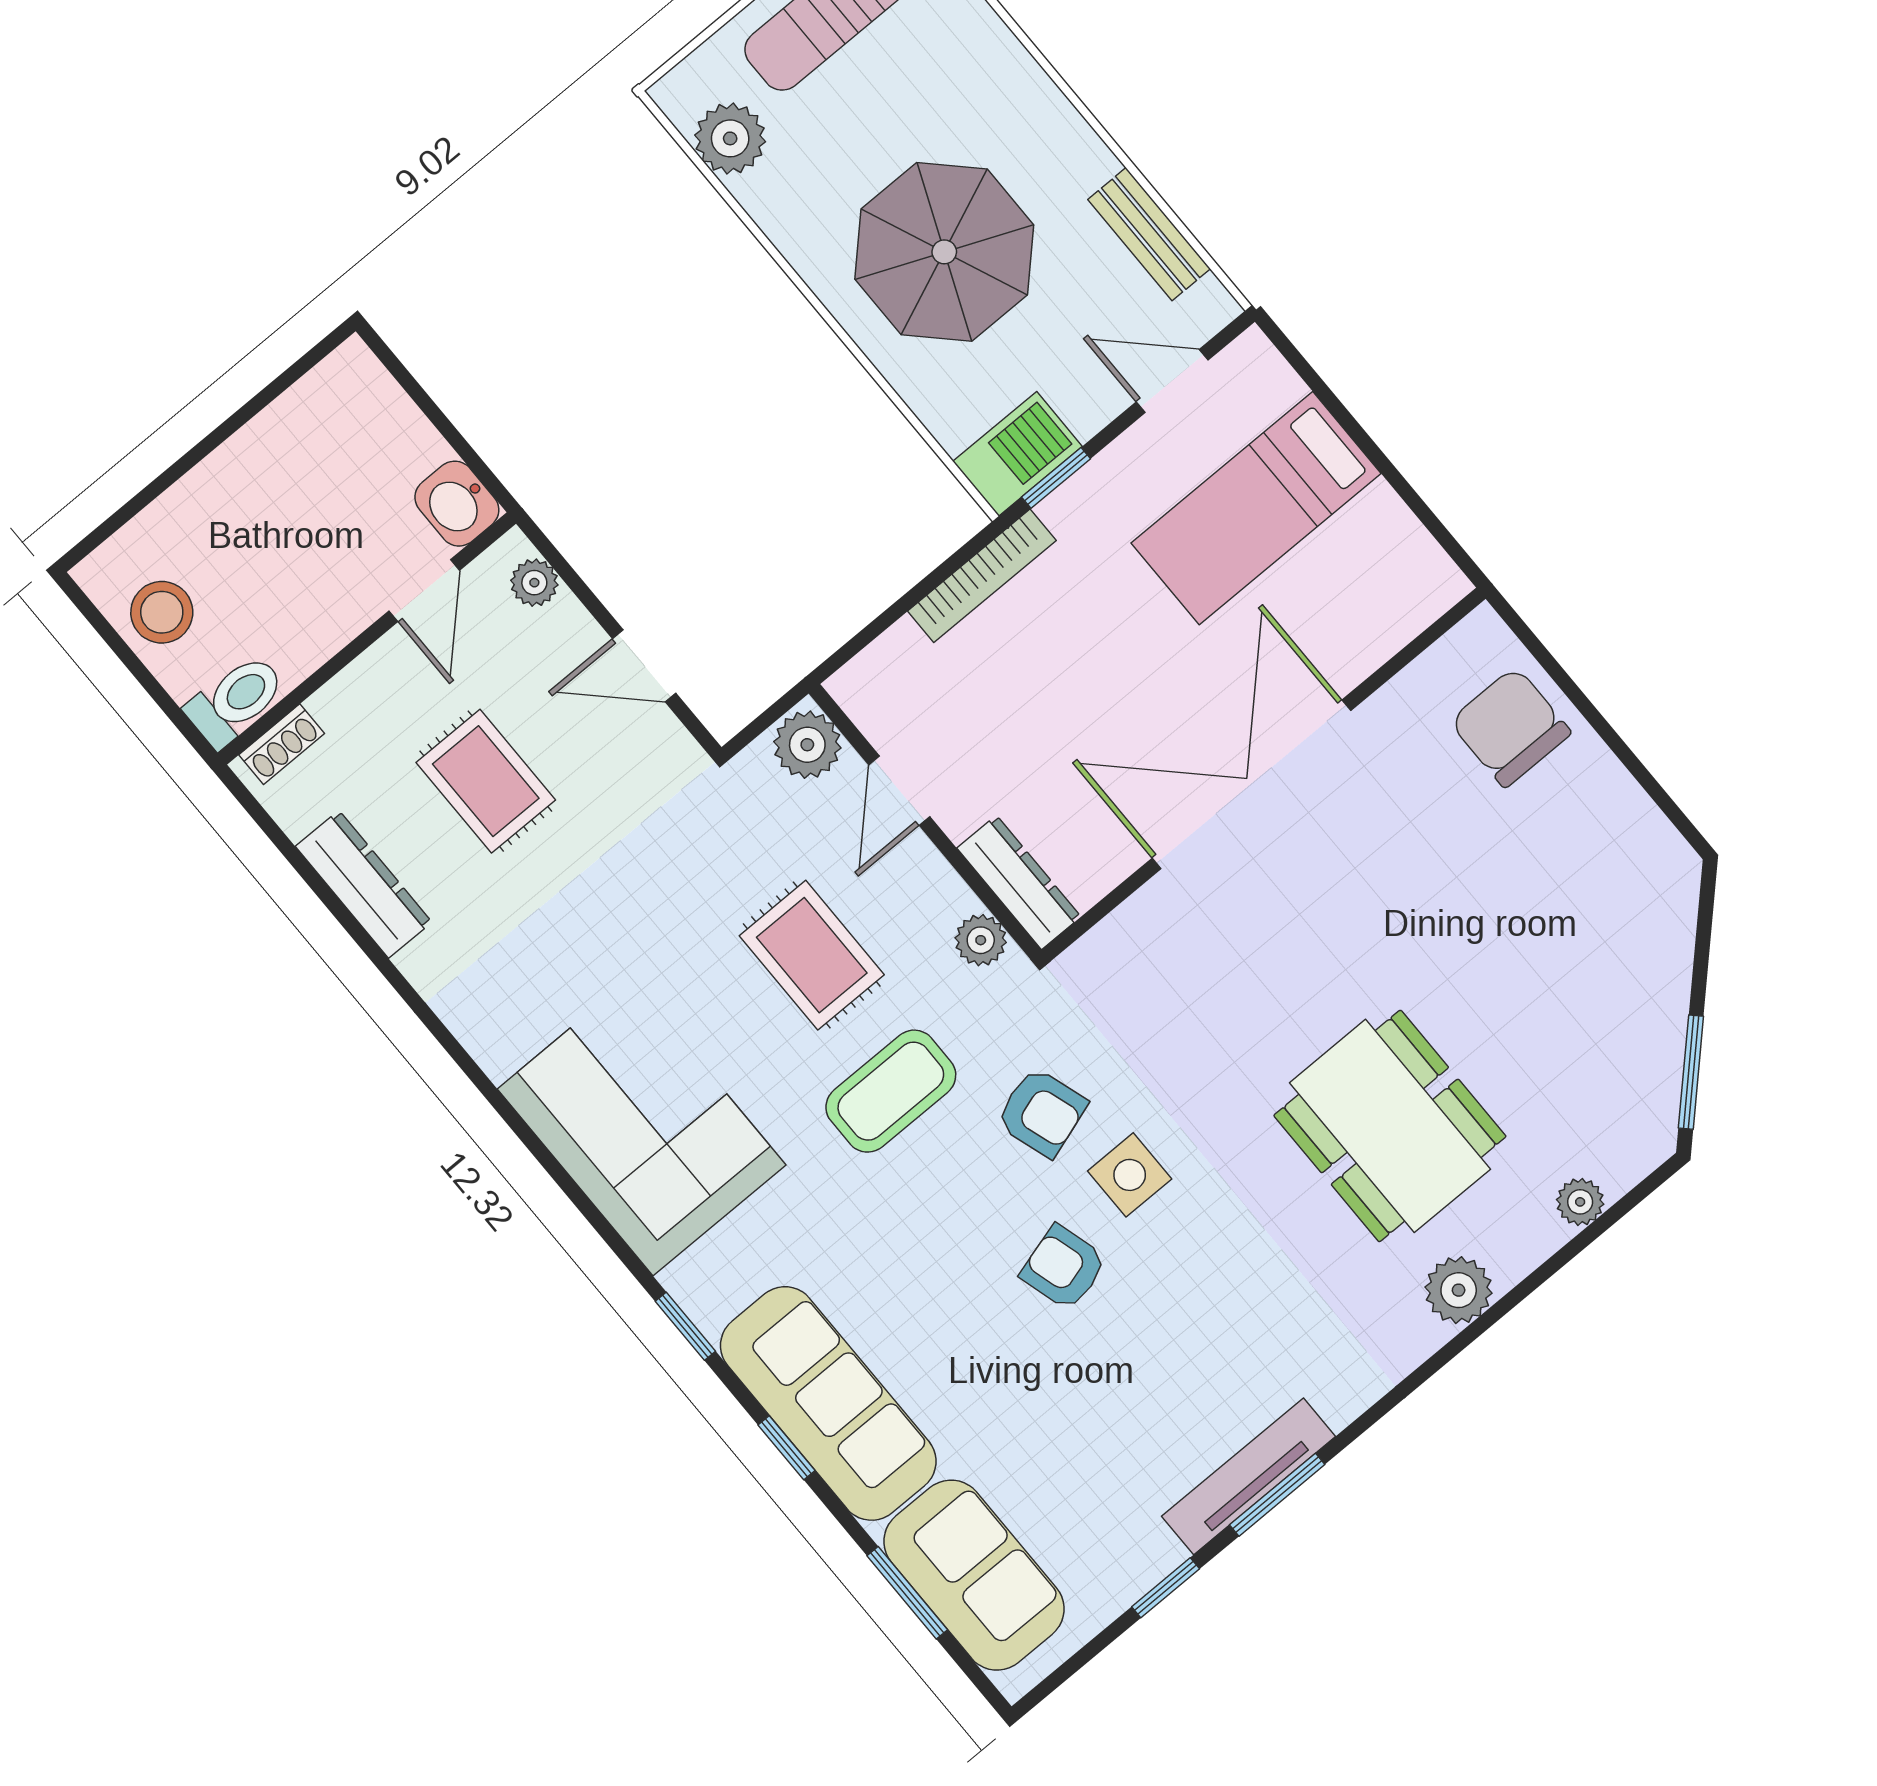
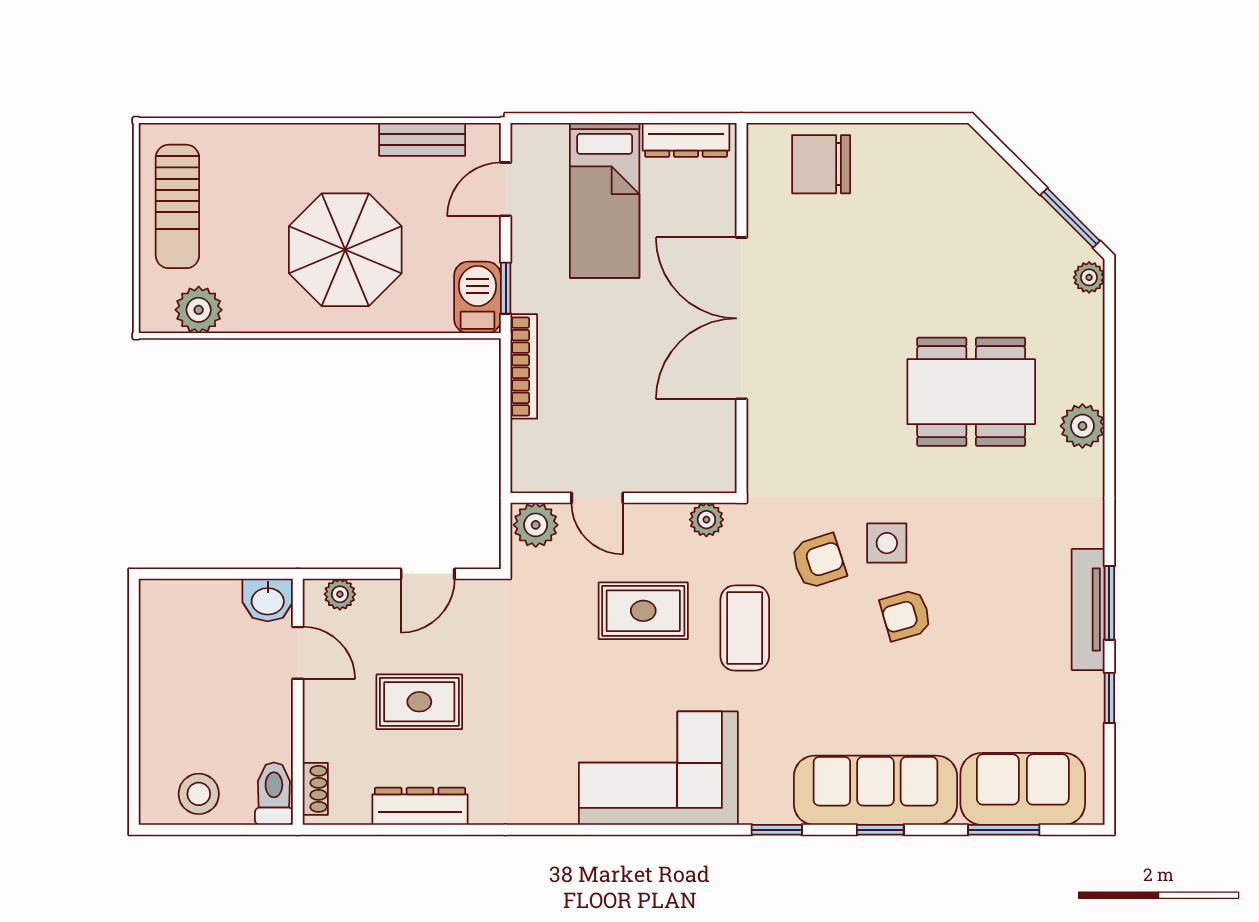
dresser: (1019, 882) -> (686, 140), moved, turned 180
plant: (1580, 1202) -> (1089, 277), moved

